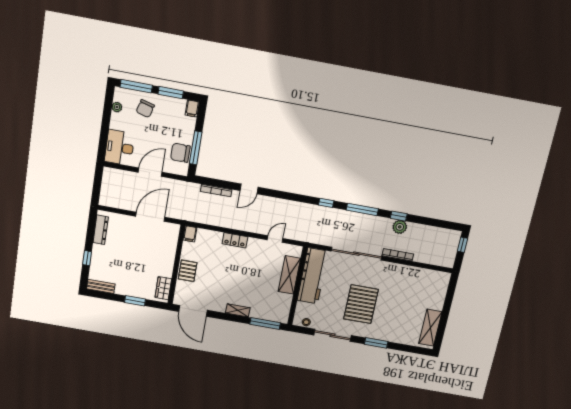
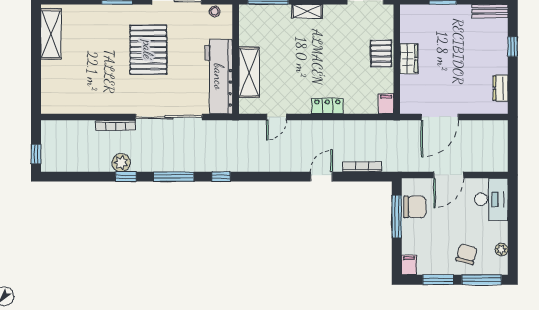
dresser: (101, 230) -> (500, 88), width x0.70
wardrobe: (163, 288) -> (409, 59), moved

